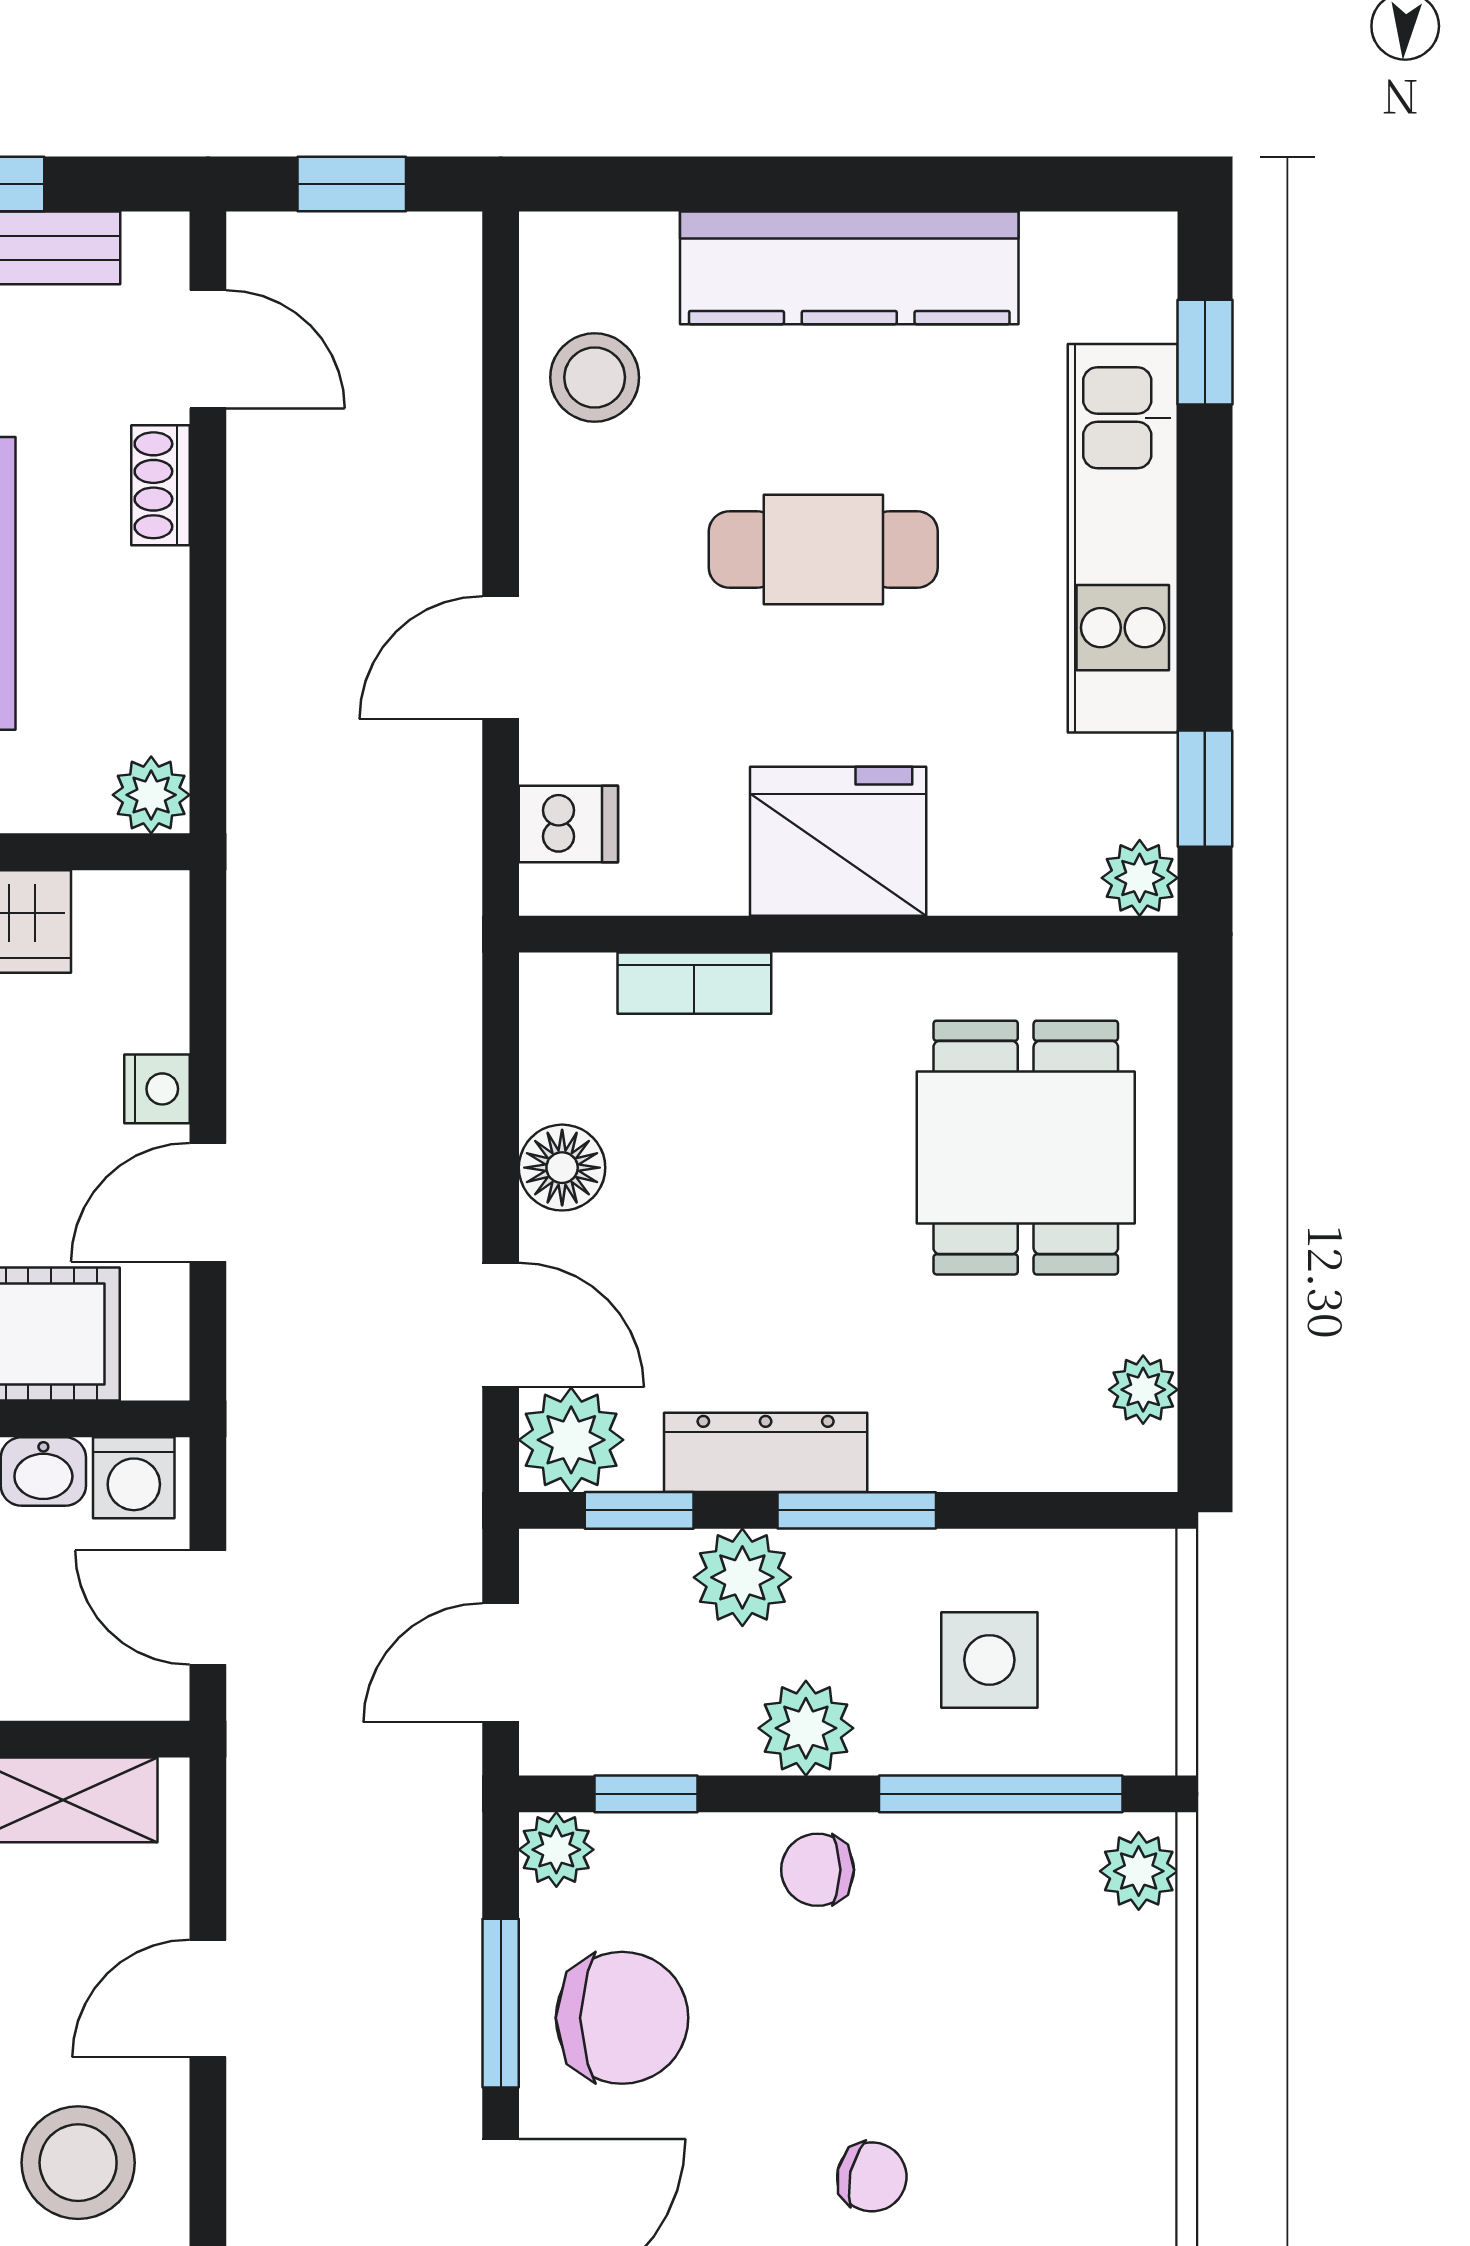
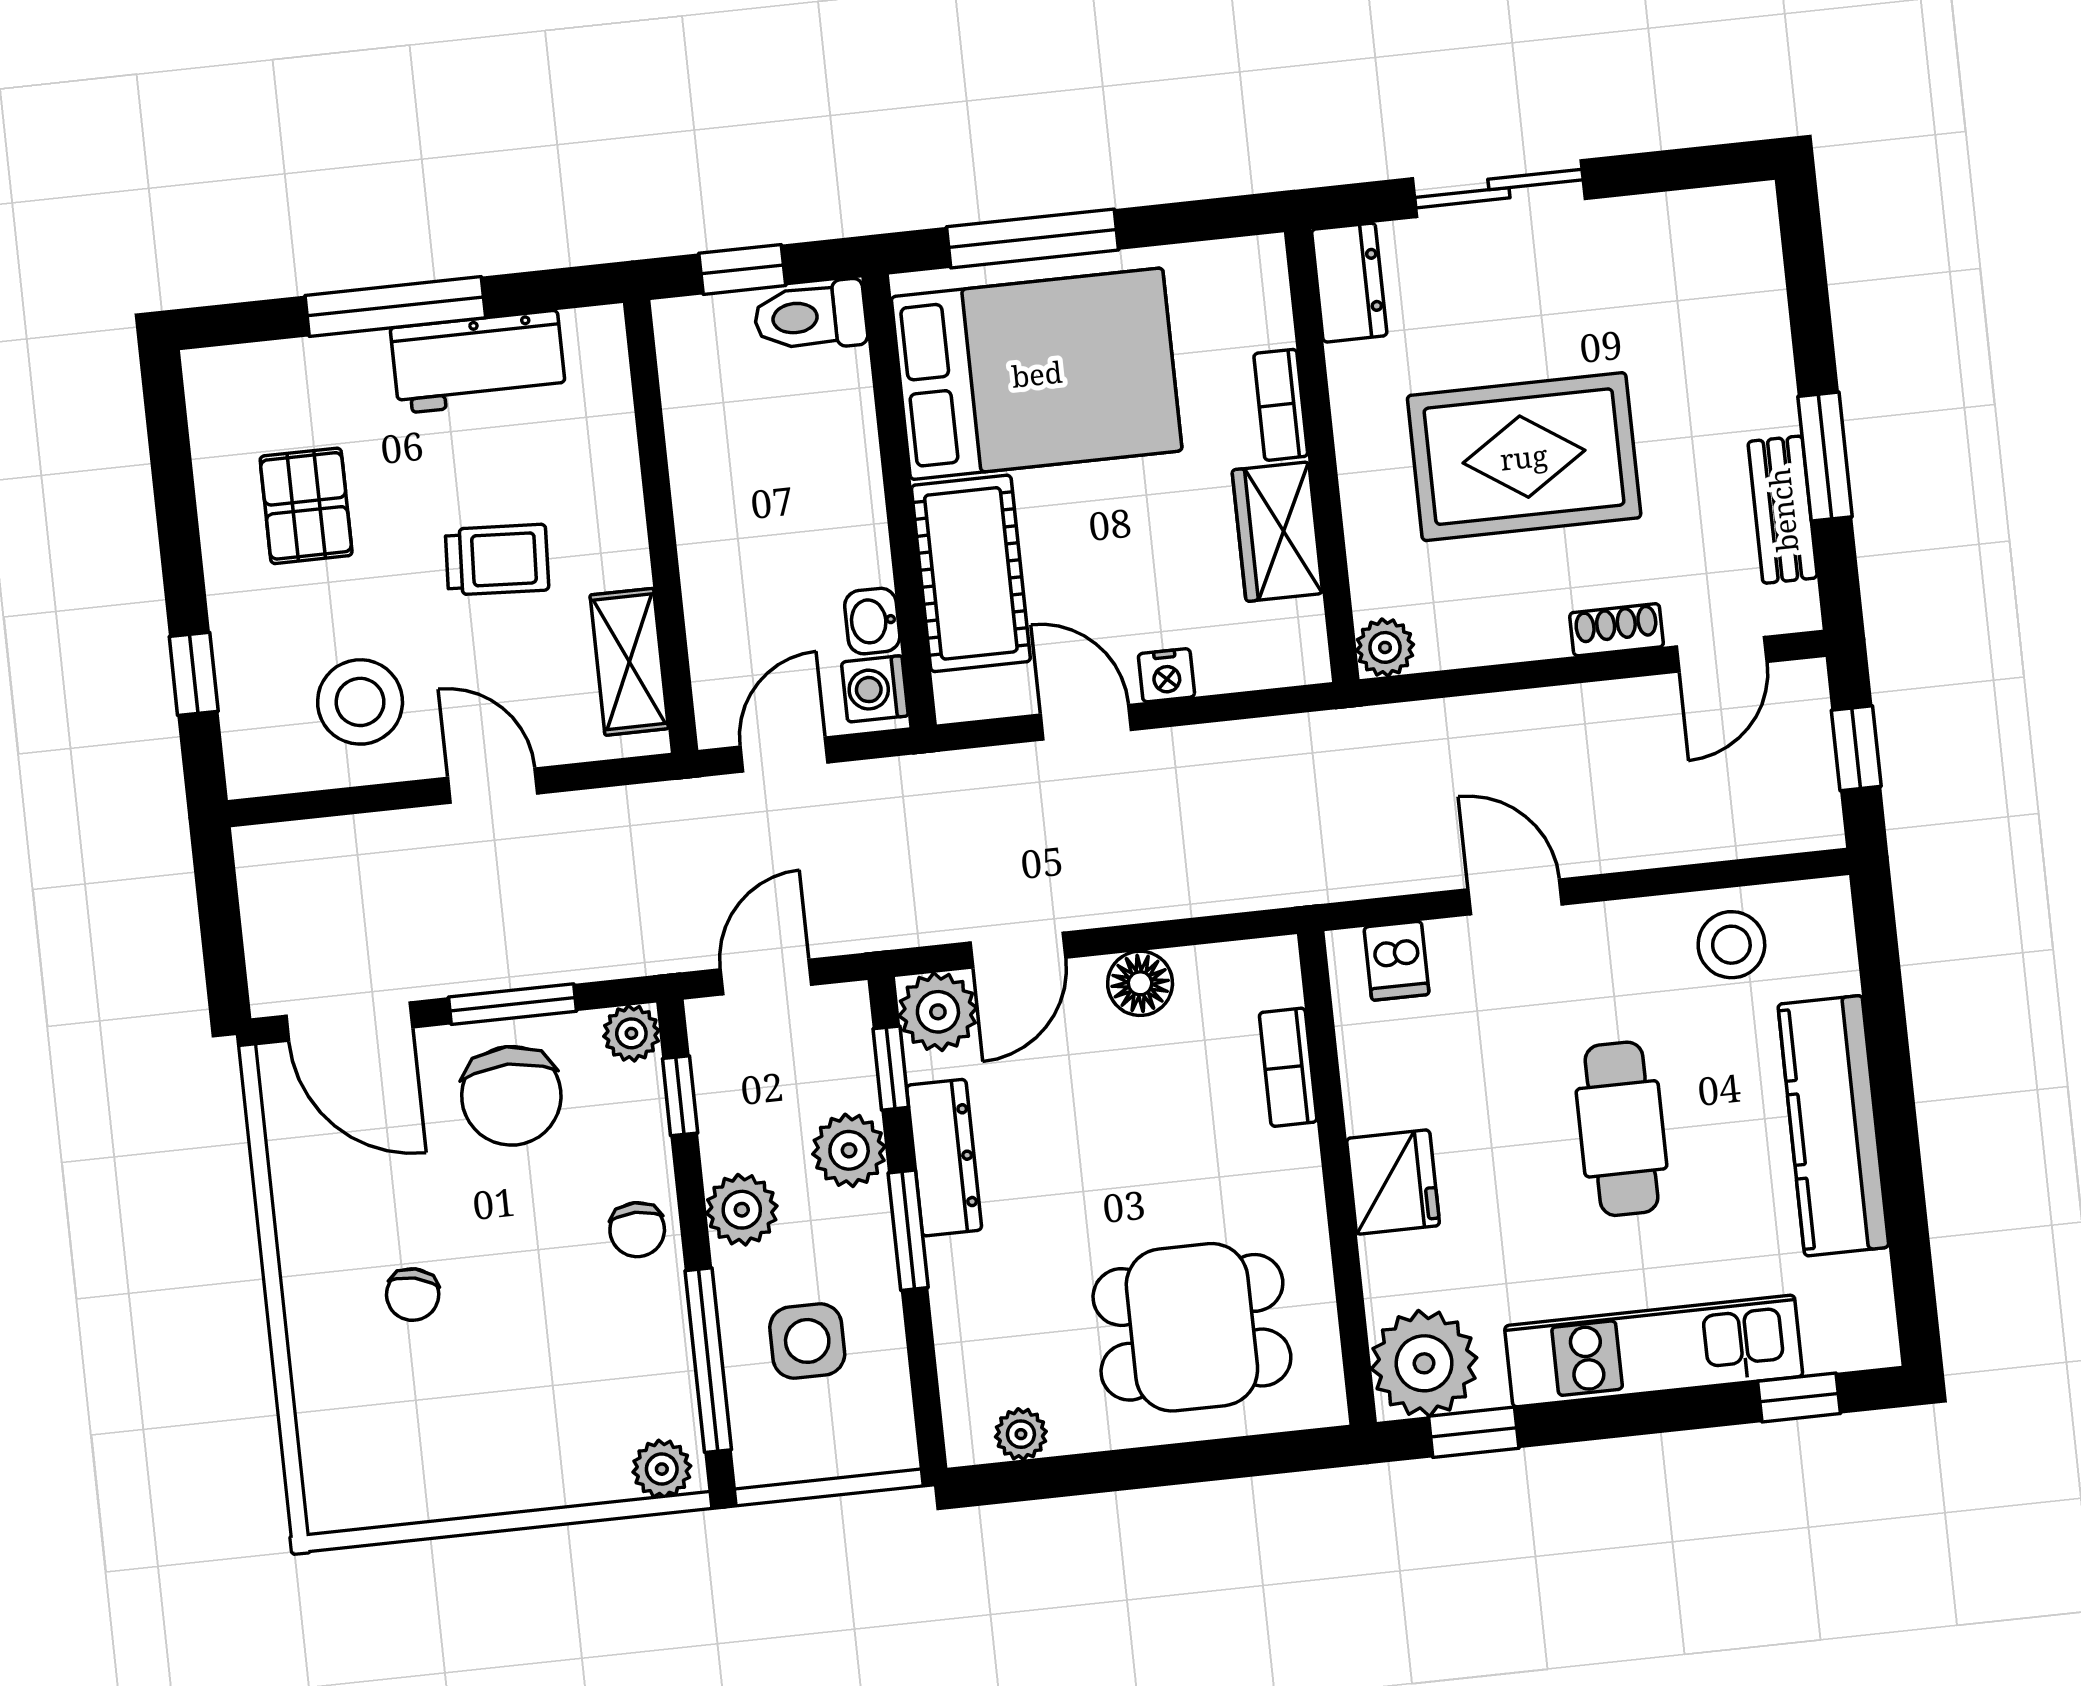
fridge: (838, 841) -> (1393, 1182), width x0.73, depth x0.75
plant: (1140, 878) -> (1424, 1363), width x1.88, depth x1.88
door: (501, 1663) -> (766, 977), hinge flipped
chair: (818, 1870) -> (637, 1230), turned 180

